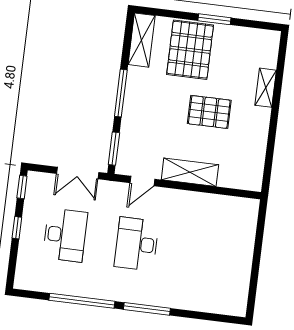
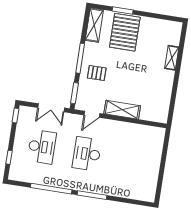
window: (214, 19) -> (123, 11), moved
pallet: (209, 112) -> (97, 73), moved, width x0.67, depth x0.71
window: (17, 228) -> (9, 157), moved

